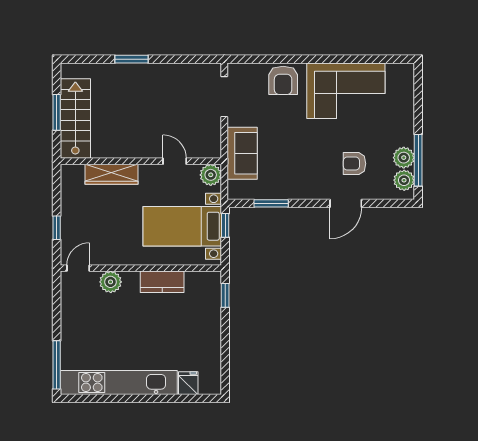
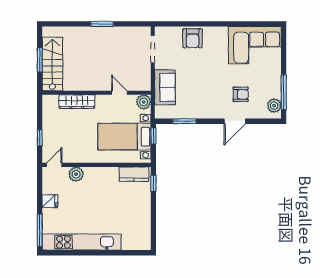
window: (131, 59) -> (102, 24), moved
corner sofa: (346, 91) -> (255, 45), moved
plant: (404, 158) -> (274, 90), removed
armchair: (355, 164) -> (241, 94), turned 180
kitchen counter: (162, 282) -> (134, 174), moved
fridge: (188, 383) -> (50, 201), moved, turned 90

